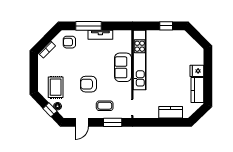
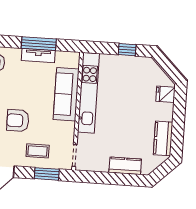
window: (89, 26) -> (39, 44), moved
sofa: (123, 67) -> (66, 94), width x1.36
fridge: (197, 71) -> (165, 94), moved

